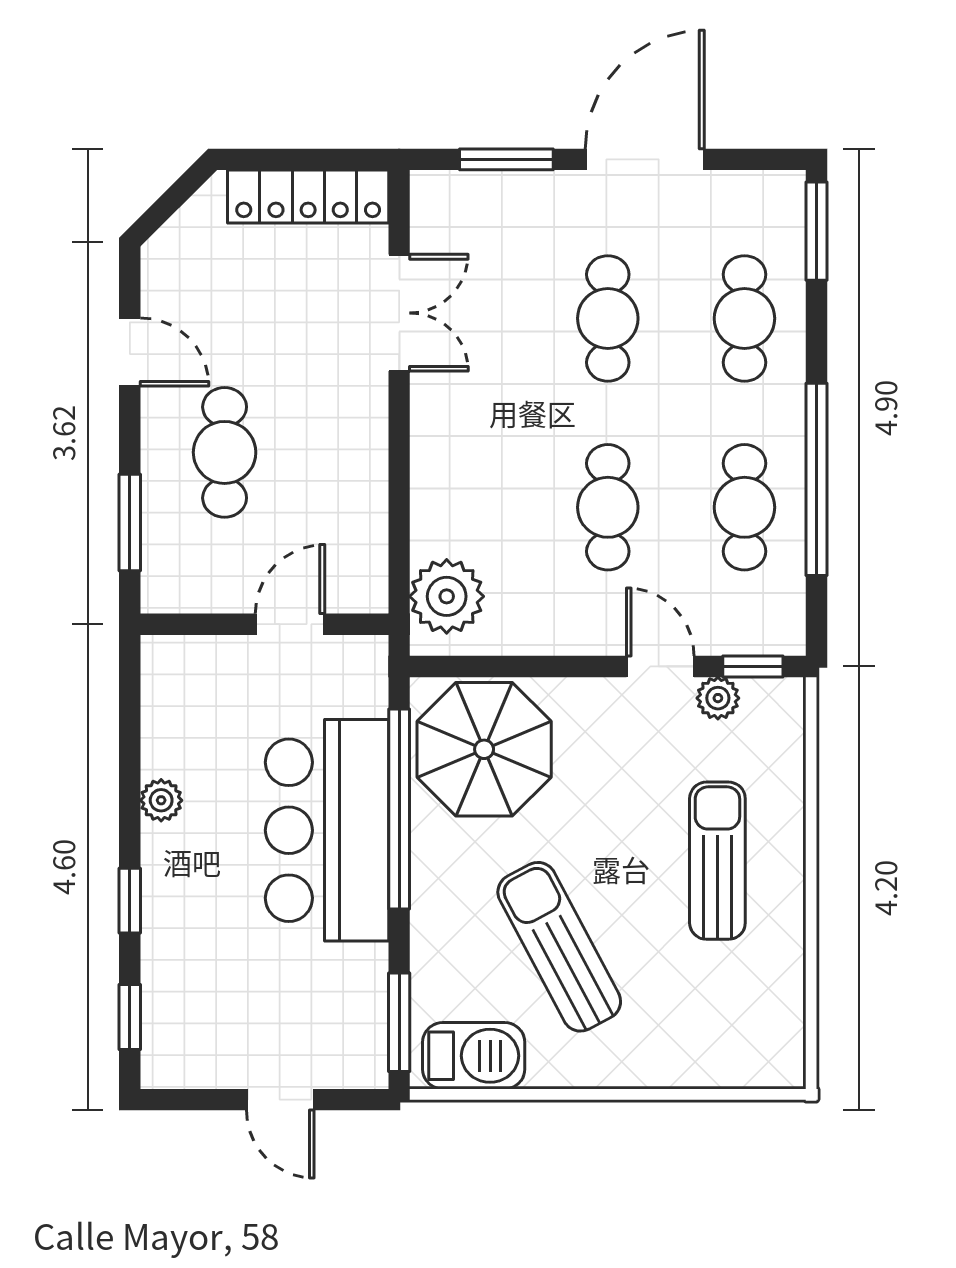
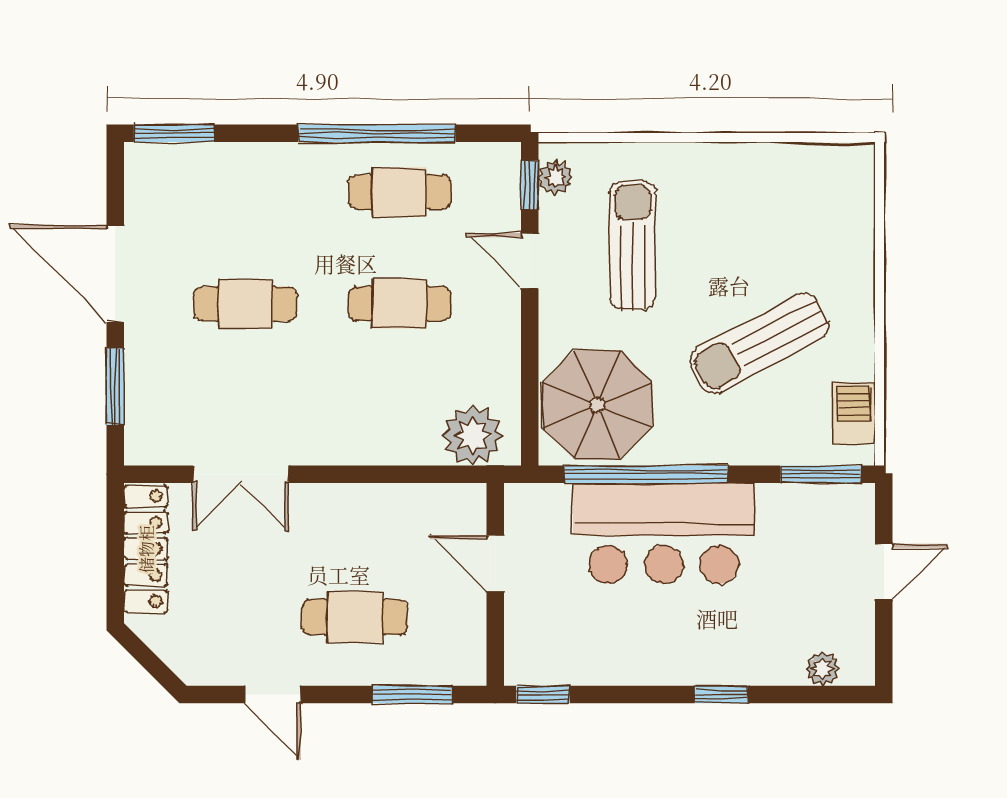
double door: (399, 313) -> (241, 474), swing flipped
cafe table: (744, 318) -> (245, 192), removed
door: (130, 352) -> (273, 694), swing flipped
door: (660, 666) -> (530, 261), hinge flipped
plant: (718, 698) -> (556, 177), moved
plant: (161, 800) -> (823, 669), moved
sun lounger: (717, 861) -> (633, 245), moved, turned 90
window: (130, 1017) -> (543, 694), moved
barbecue: (474, 1056) -> (854, 413), width x0.73, depth x0.79

